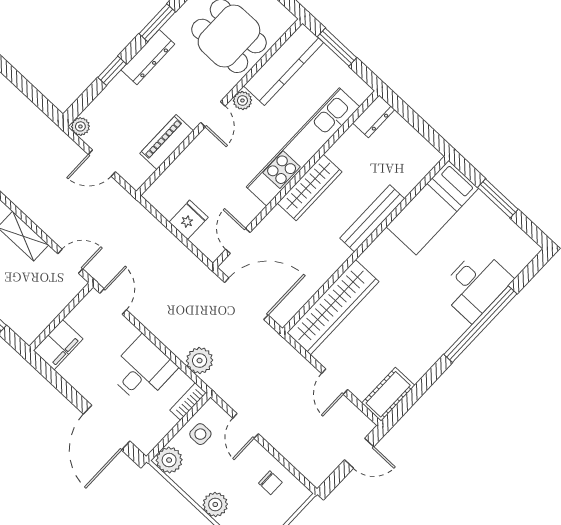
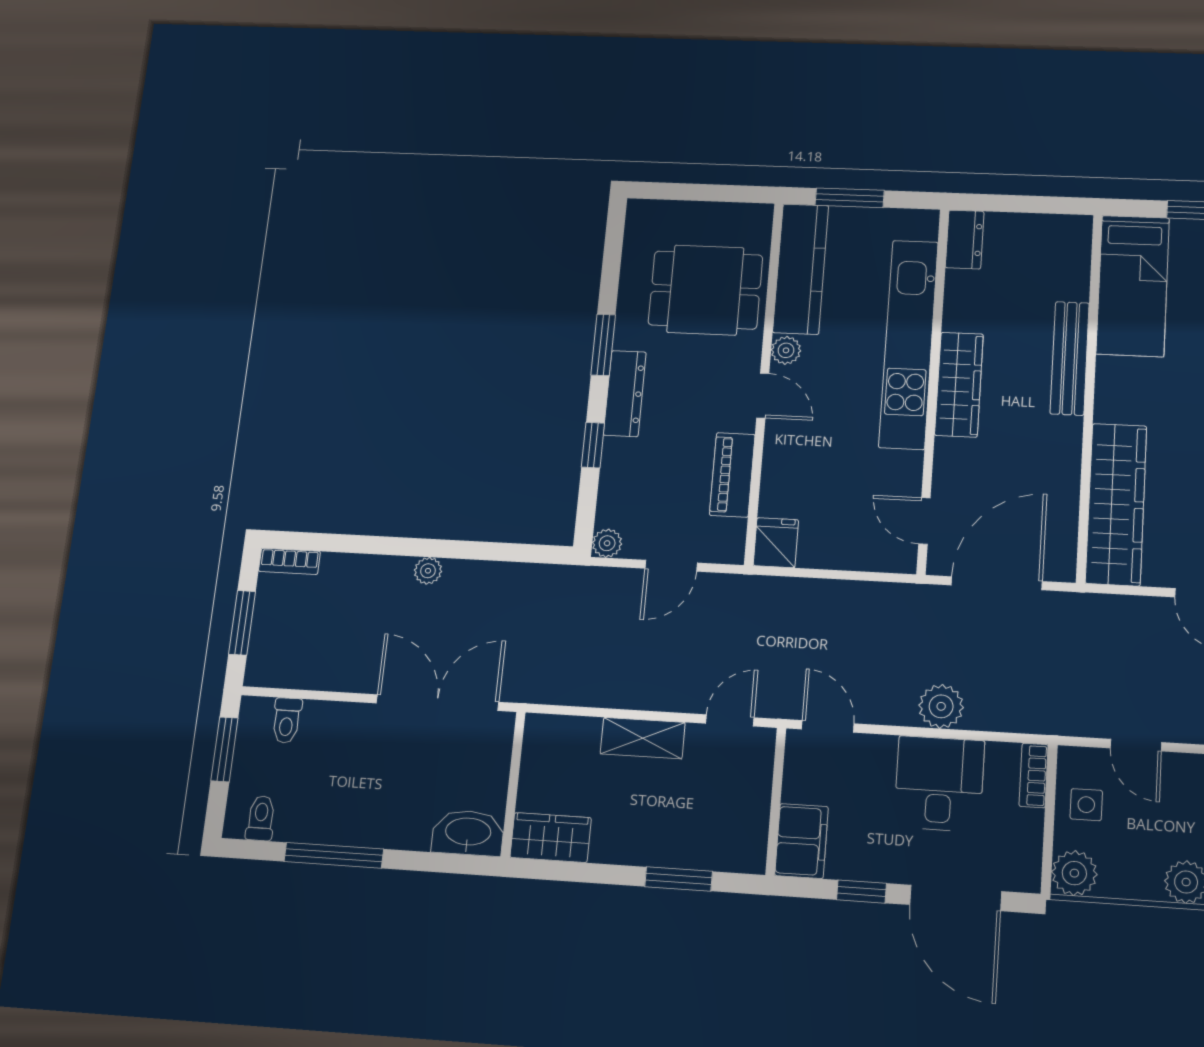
fridge: (189, 220) -> (776, 543), moved
plant: (200, 360) -> (941, 706), moved
window: (67, 390) -> (861, 892), added

